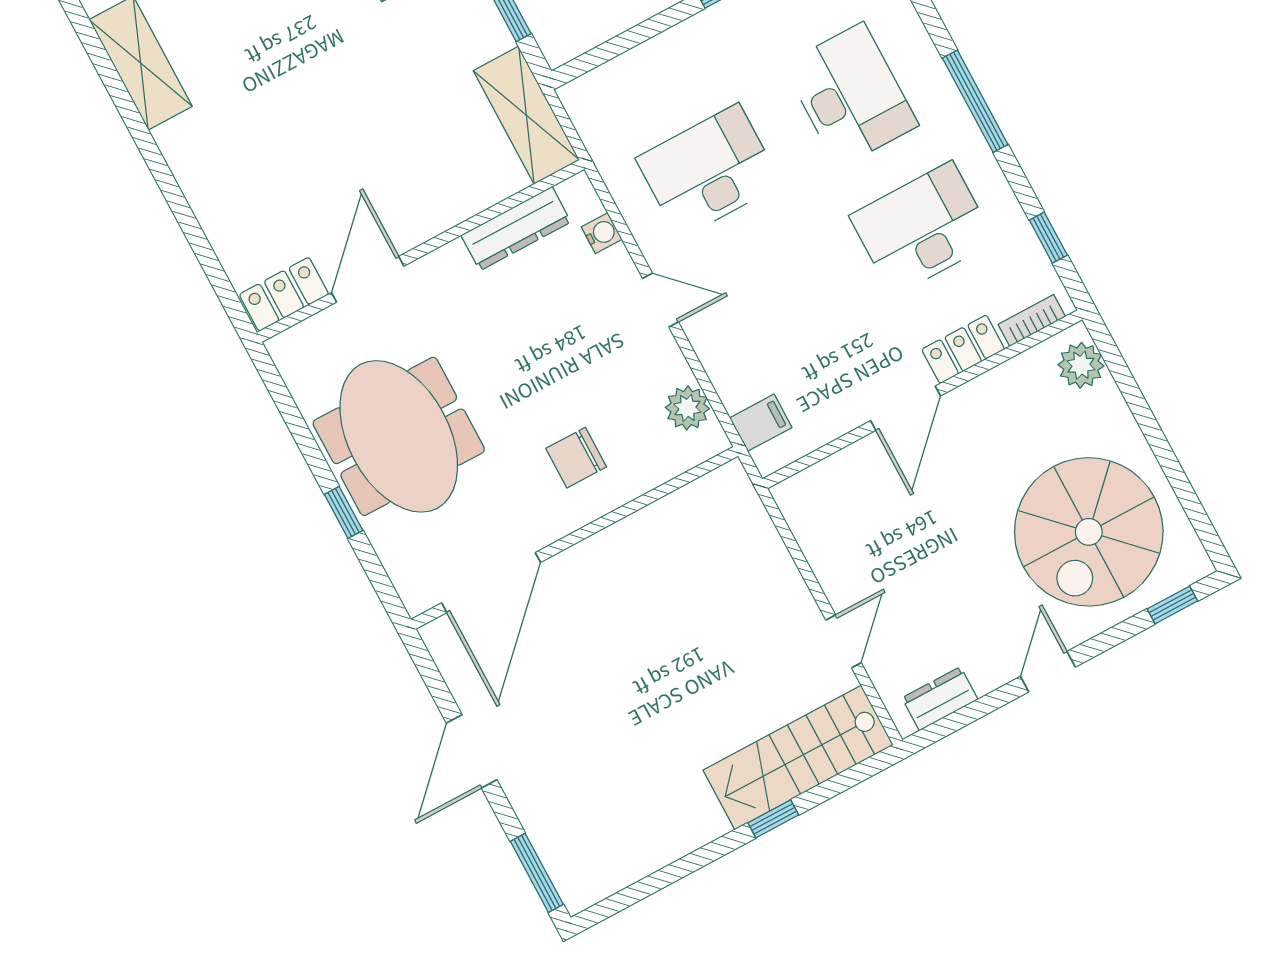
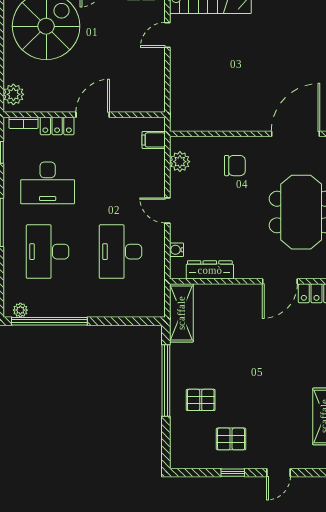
desk: (709, 171) -> (121, 252), turned 90

